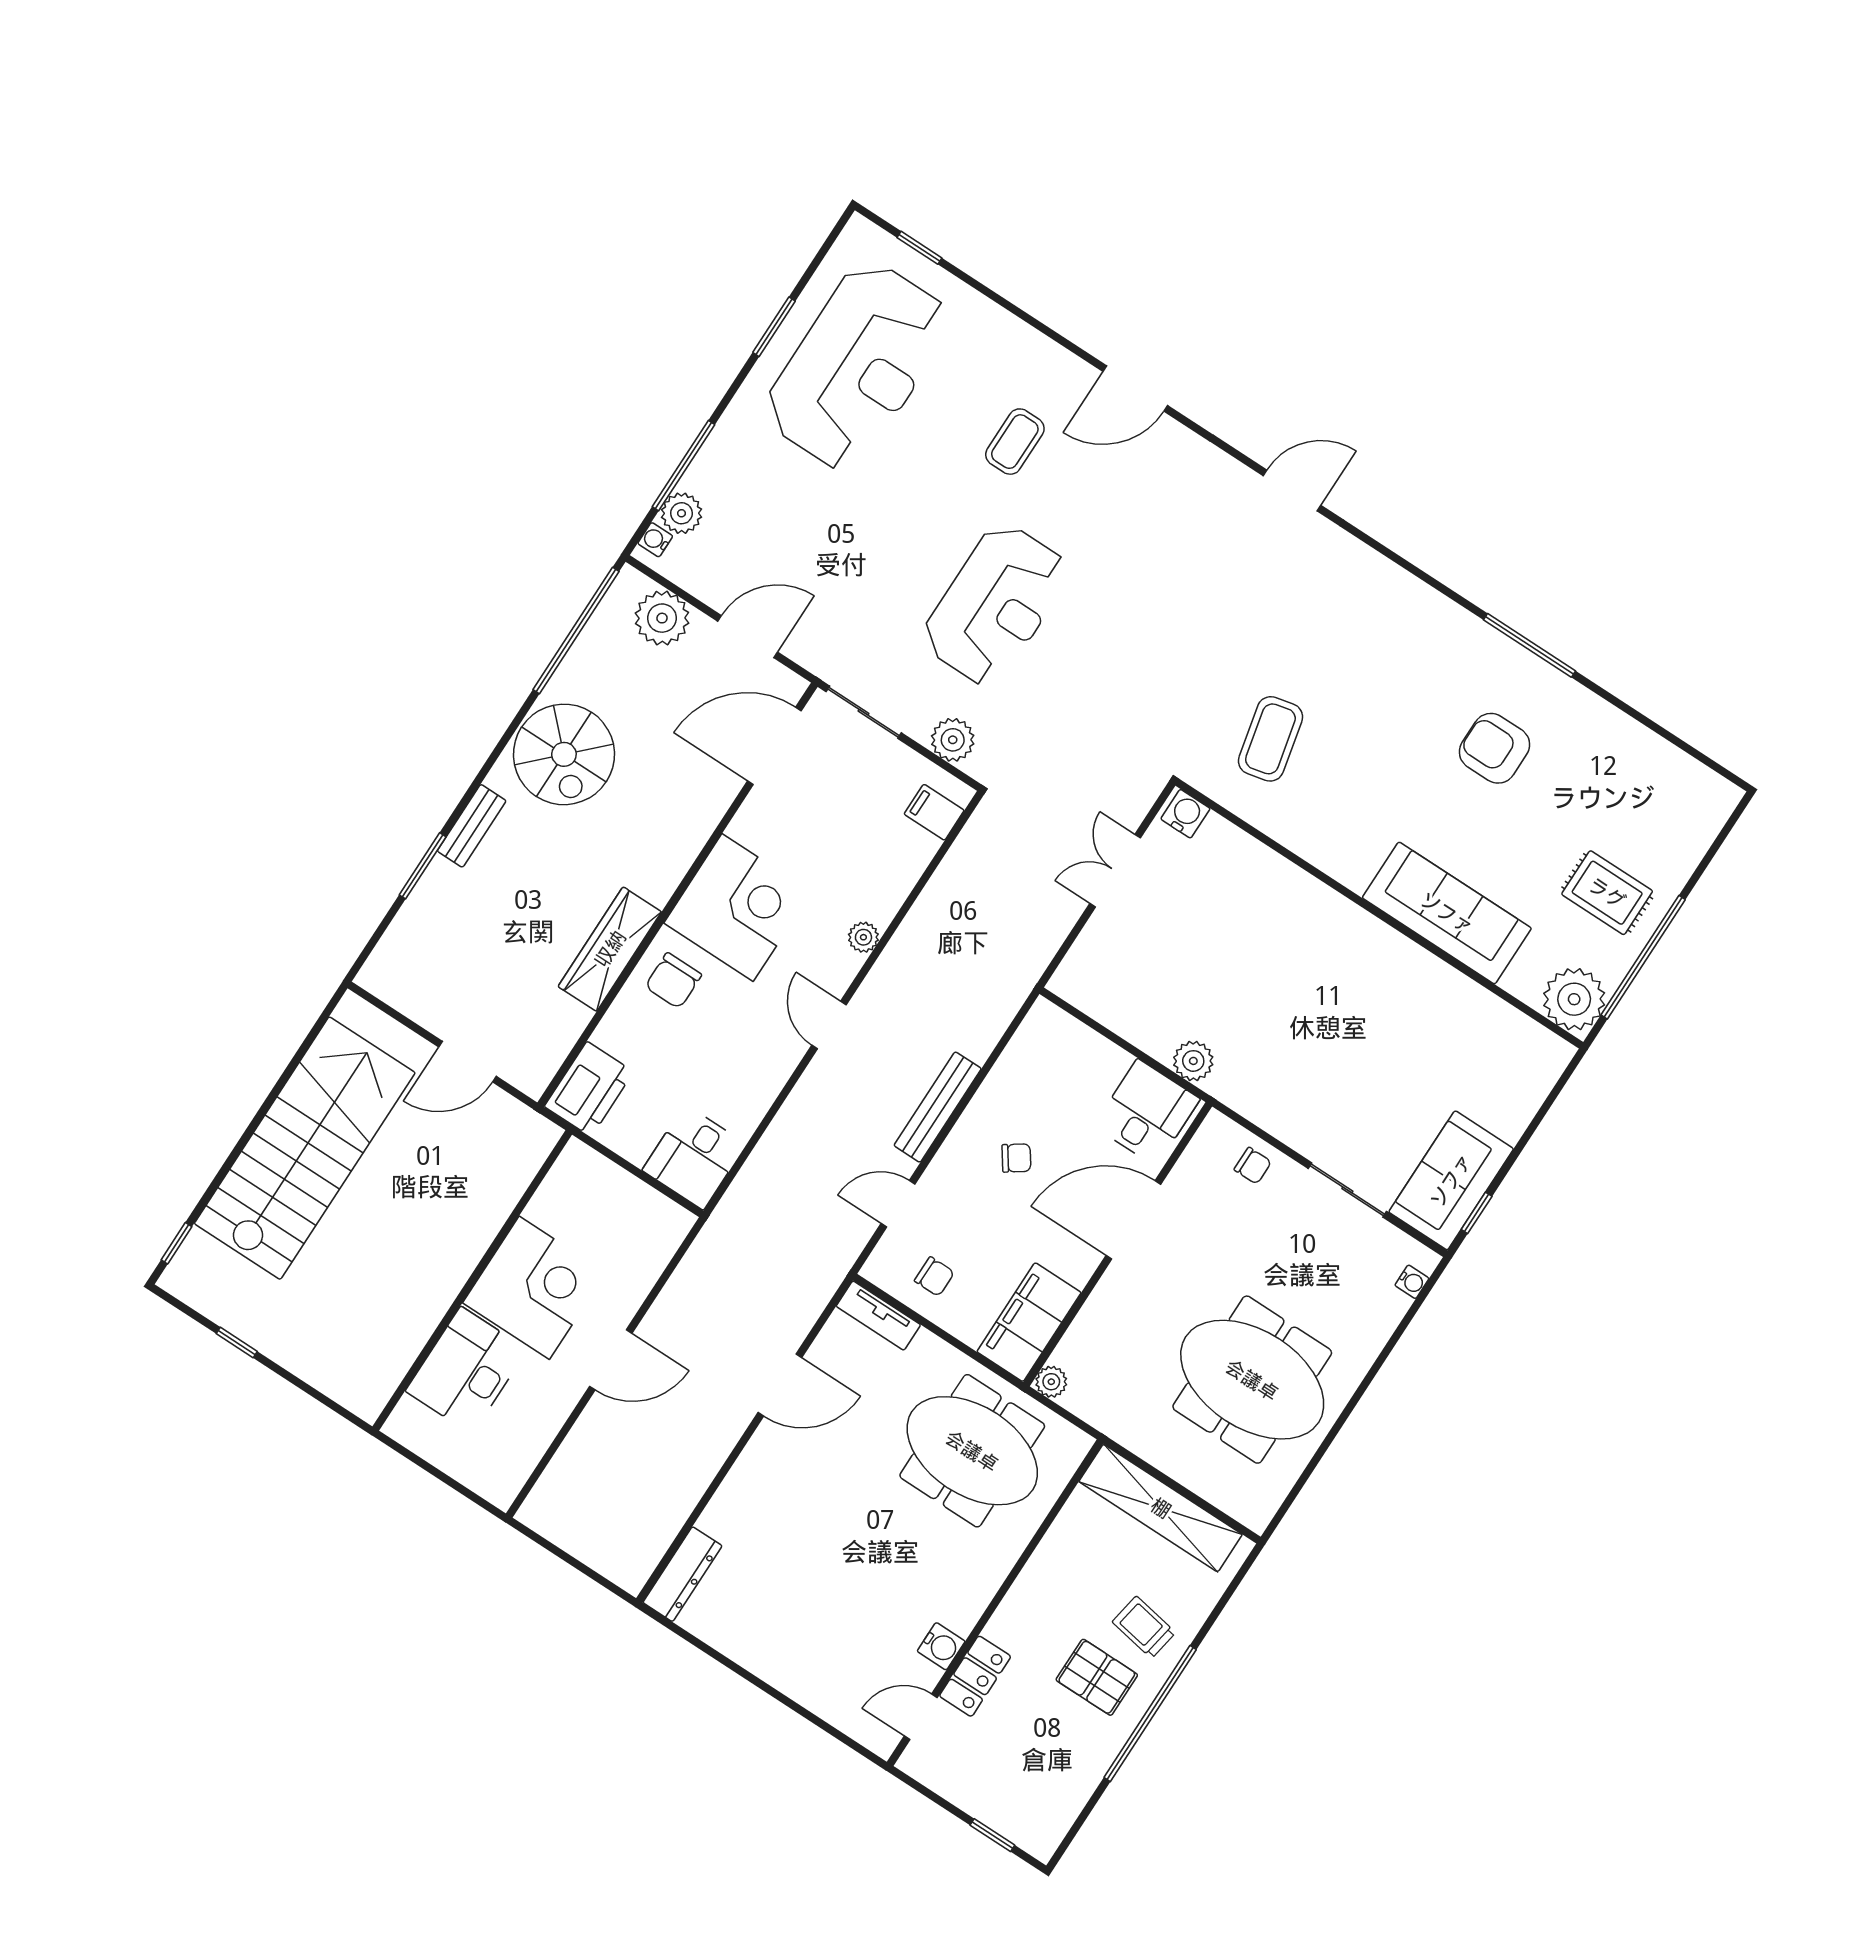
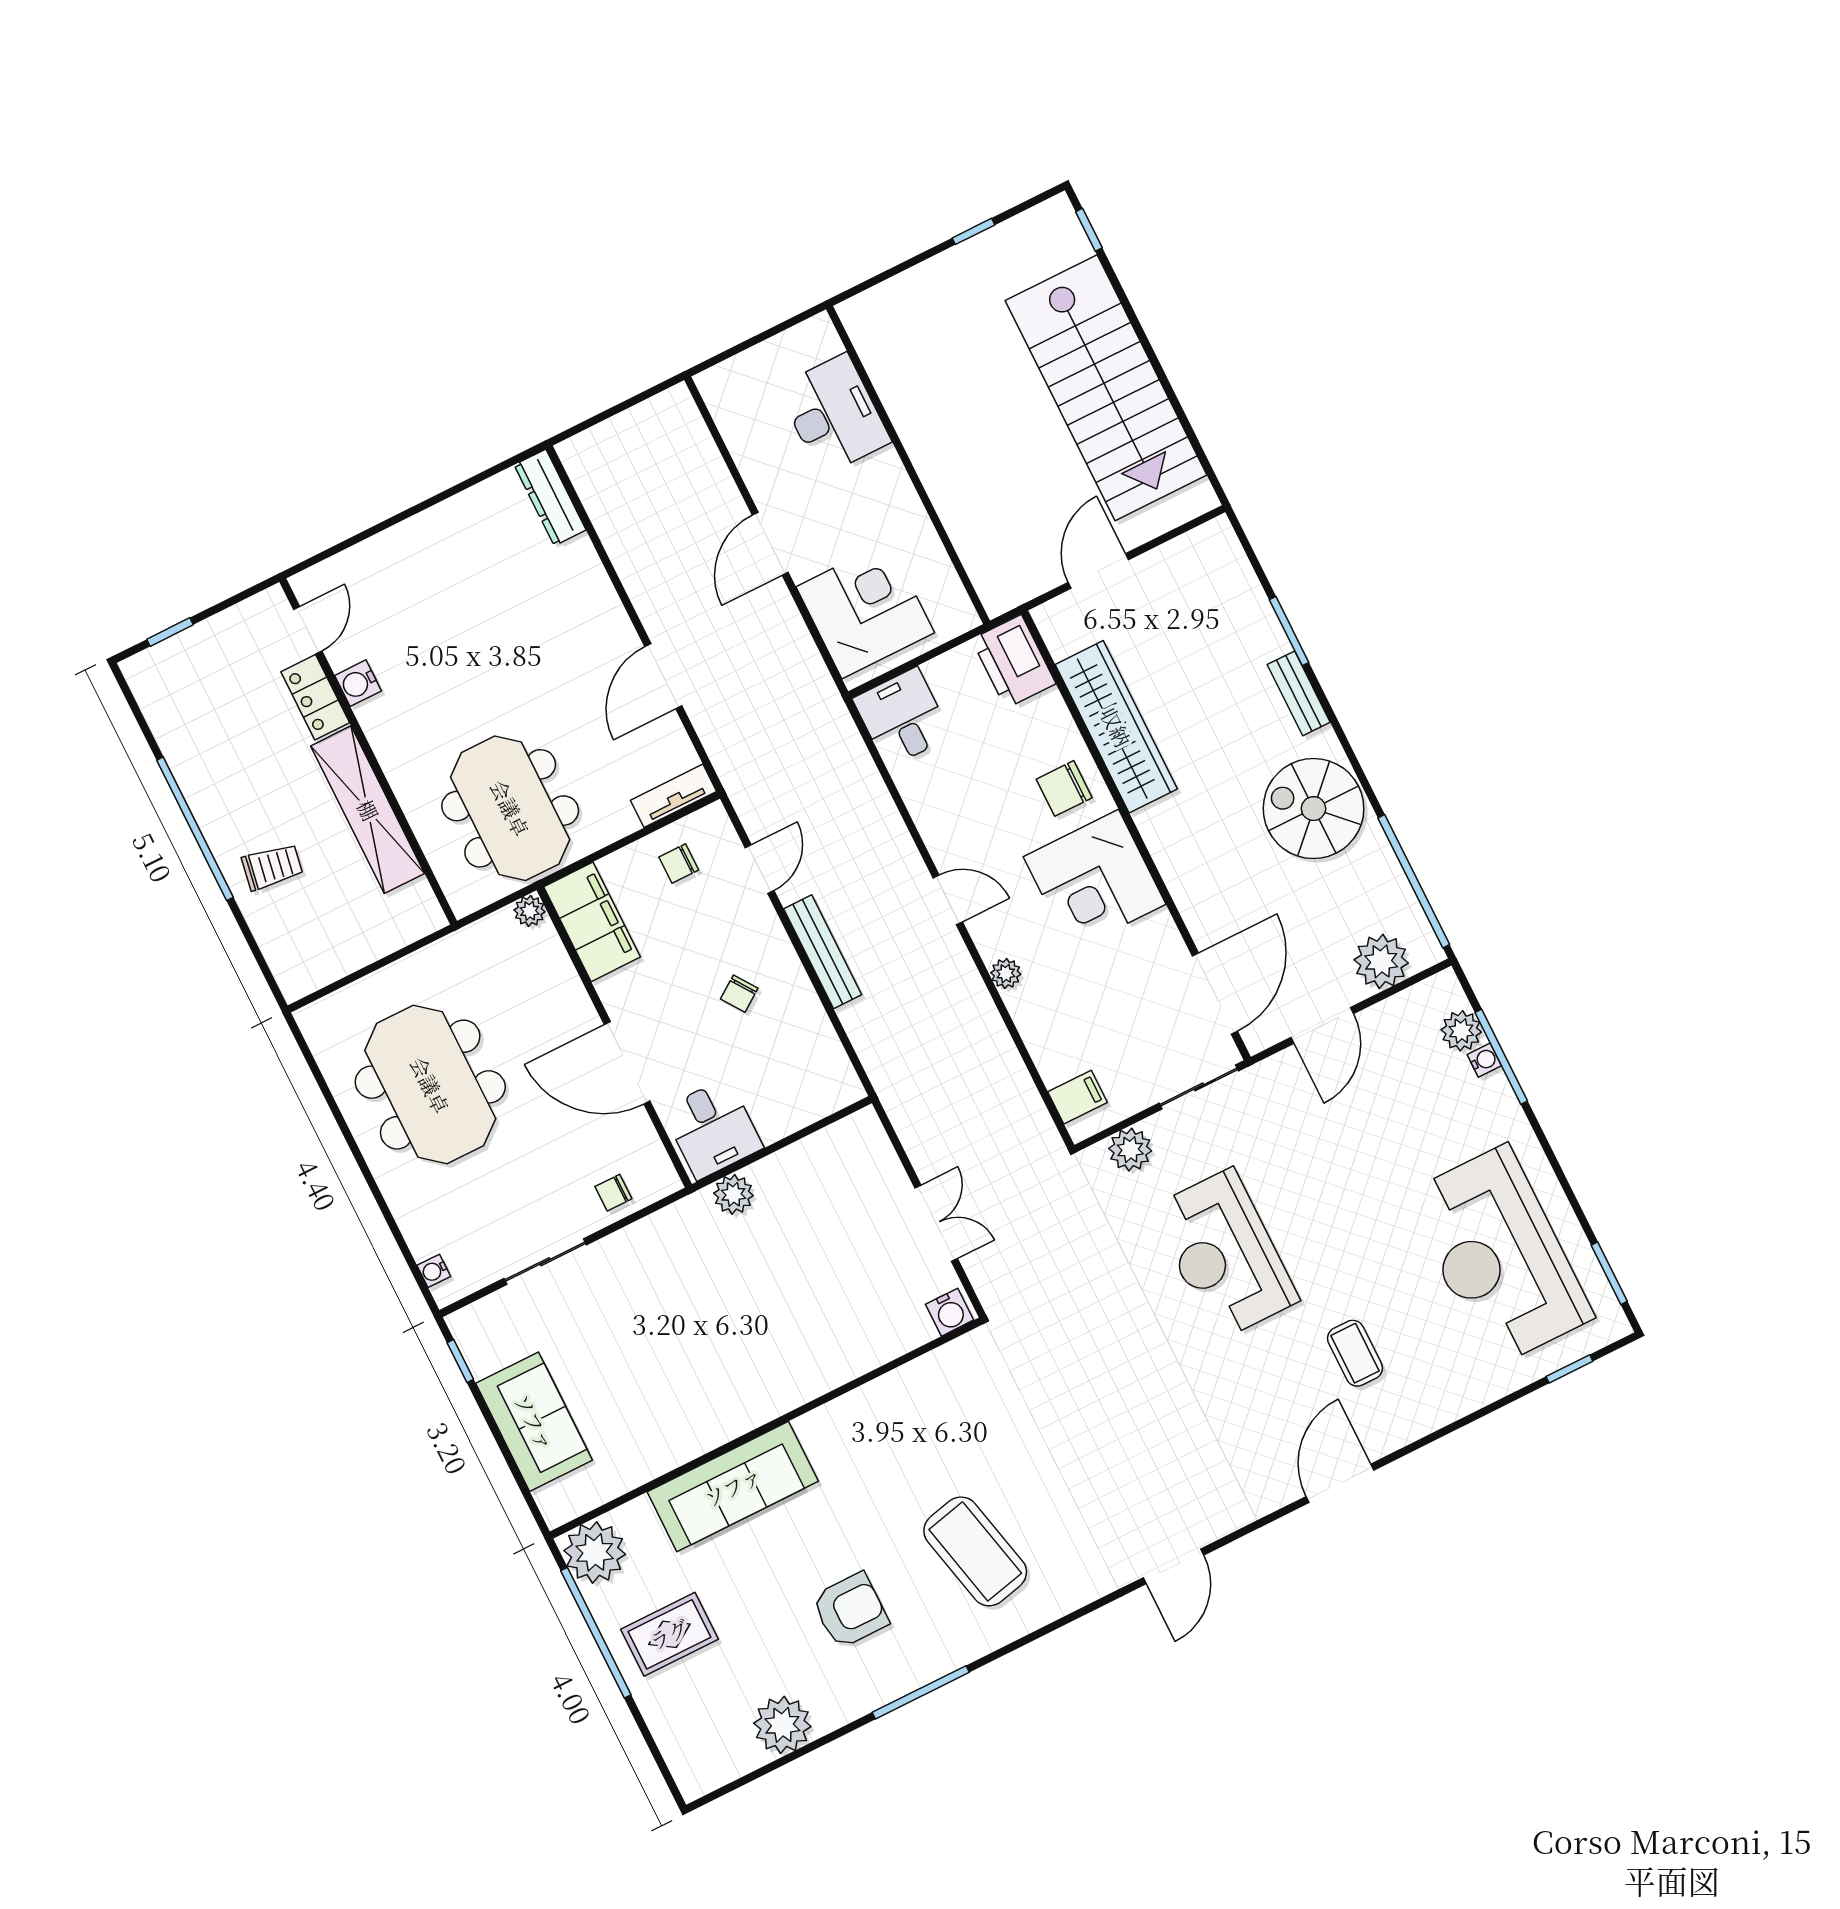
window: (774, 327) -> (1609, 1273), moved
water cooler: (655, 540) -> (1484, 1060), moved
coffee table: (1270, 739) -> (975, 1551), moved, width x1.36, depth x1.32
plant: (1628, 749) -> (782, 1725), added
wardrobe: (610, 949) -> (1116, 727), width x1.40, depth x1.17
chair: (673, 981) -> (1064, 788), turned -90
sofa: (1451, 1180) -> (534, 1422), moved
door: (1133, 1220) -> (627, 1063), swing flipped
corner desk: (534, 1288) -> (865, 610), moved, turned 180
meeting table: (1252, 1380) -> (430, 1085), turned 90
meeting table: (972, 1451) -> (510, 808), turned 90
shelving: (1161, 1508) -> (368, 810), moved, turned 90
pallet: (1097, 1677) -> (253, 801), removed

